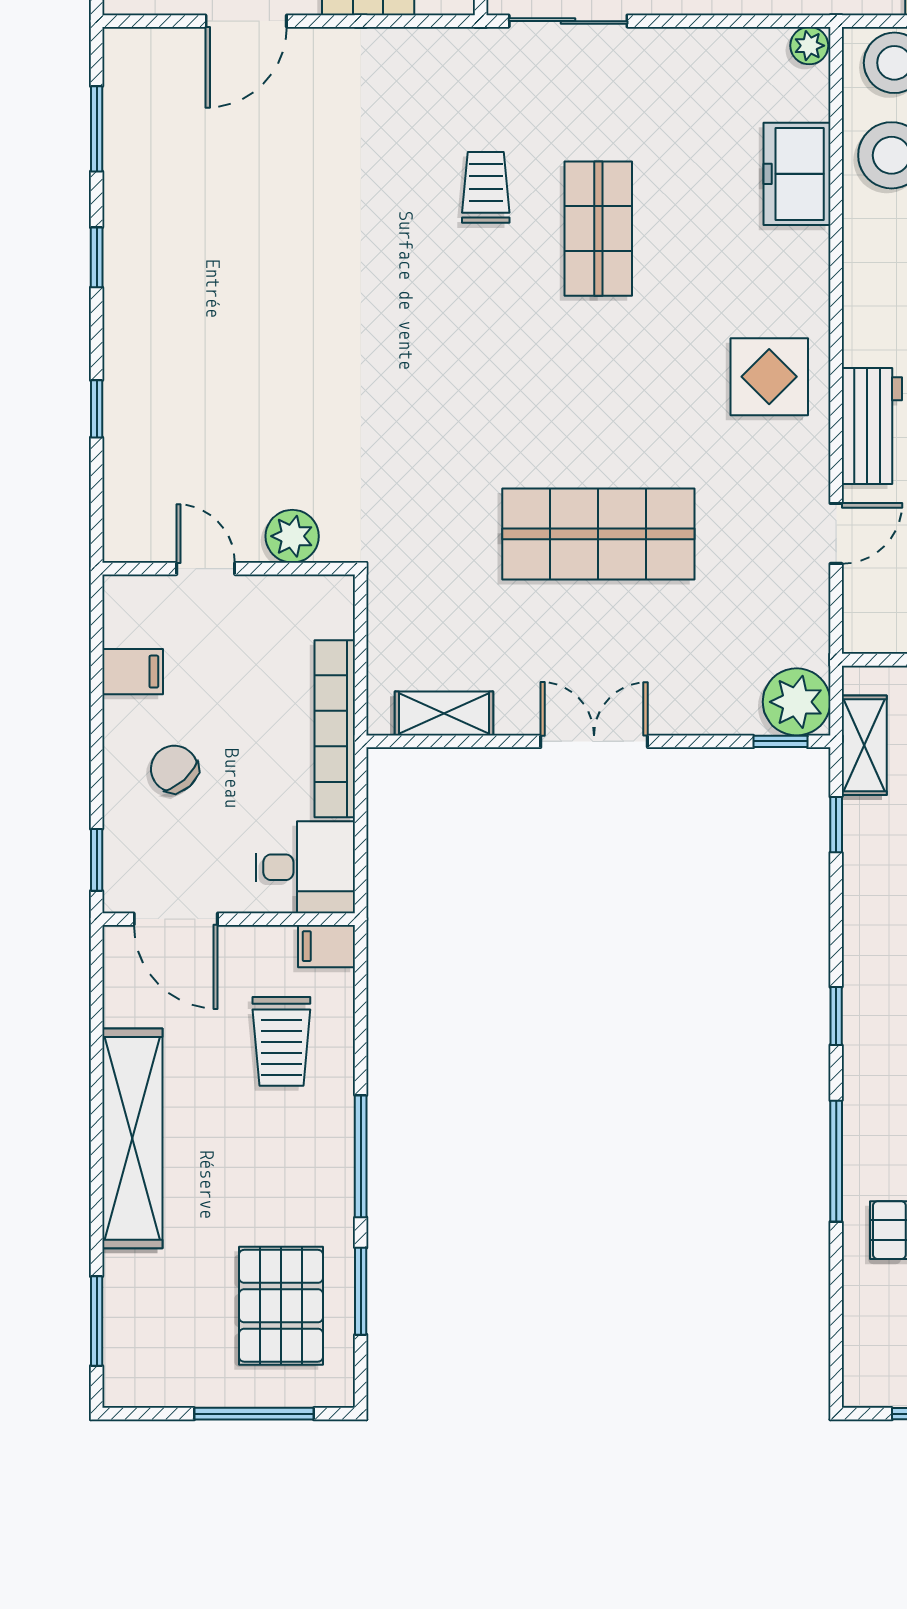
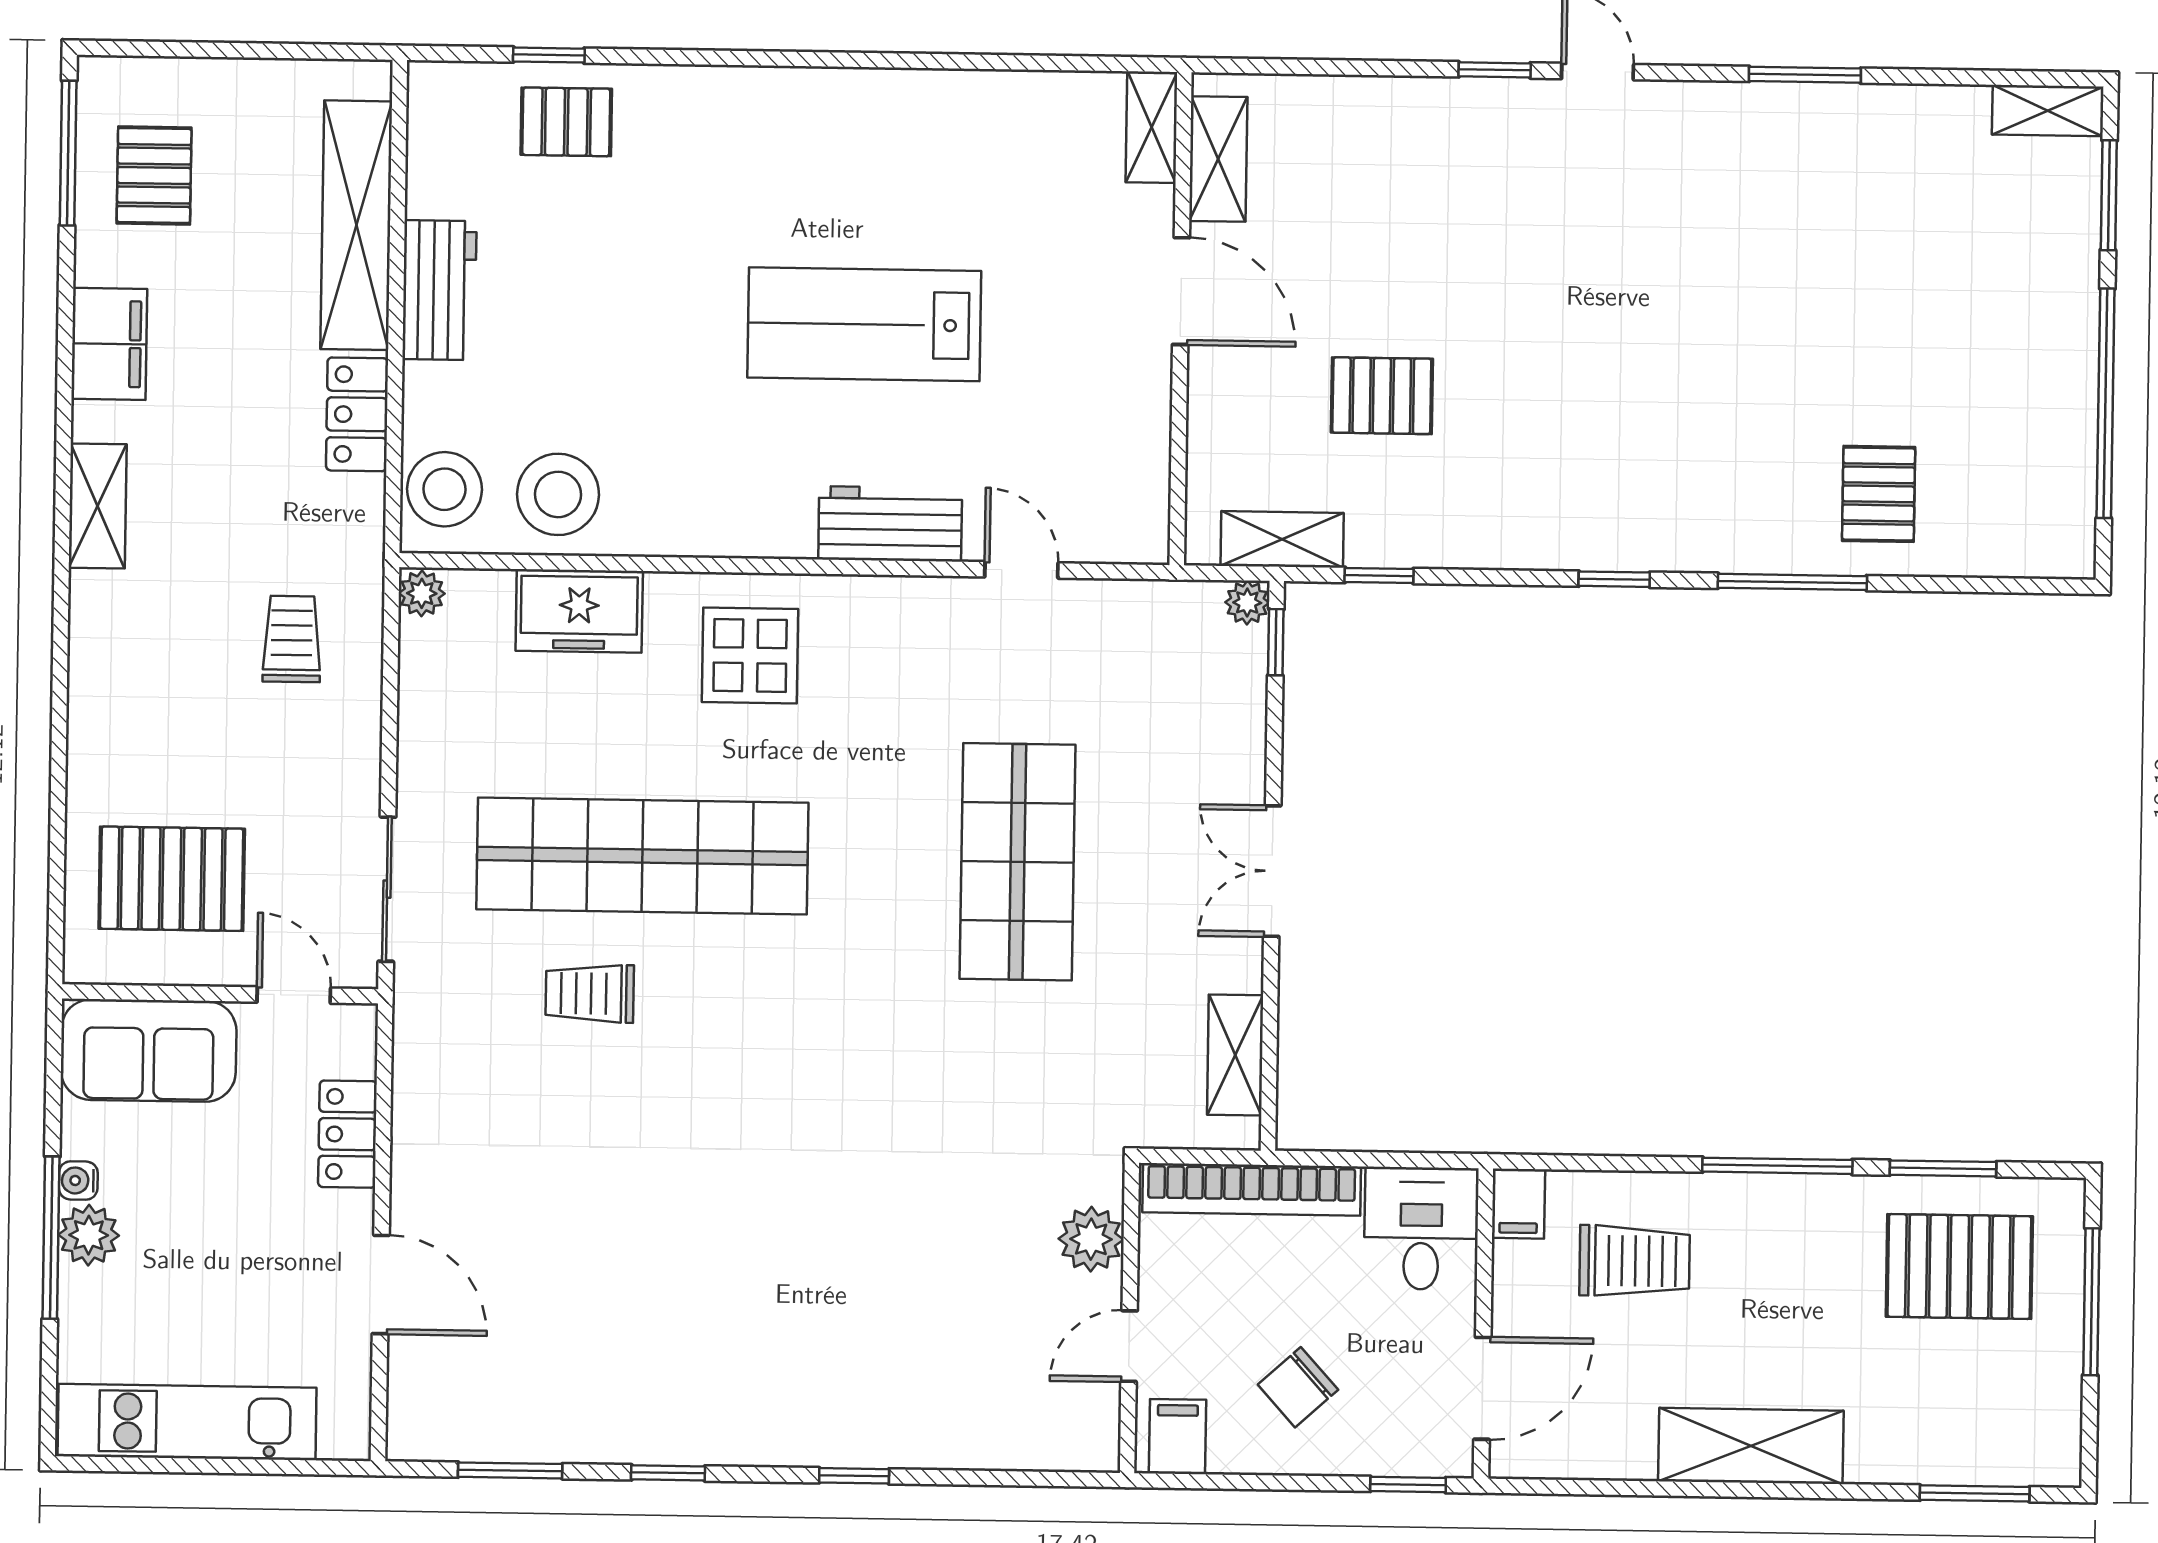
shop shelf: (598, 229) -> (642, 856), width x2.00, depth x1.36
display table: (769, 377) -> (750, 655), moved
plant: (292, 536) -> (1091, 1239), moved
door: (206, 569) -> (1129, 1346), moved
wall: (229, 569) -> (1129, 1318), moved
plant: (797, 702) -> (1247, 603), width x0.53, depth x0.53
shelving: (132, 1138) -> (1751, 1446), width x0.68

